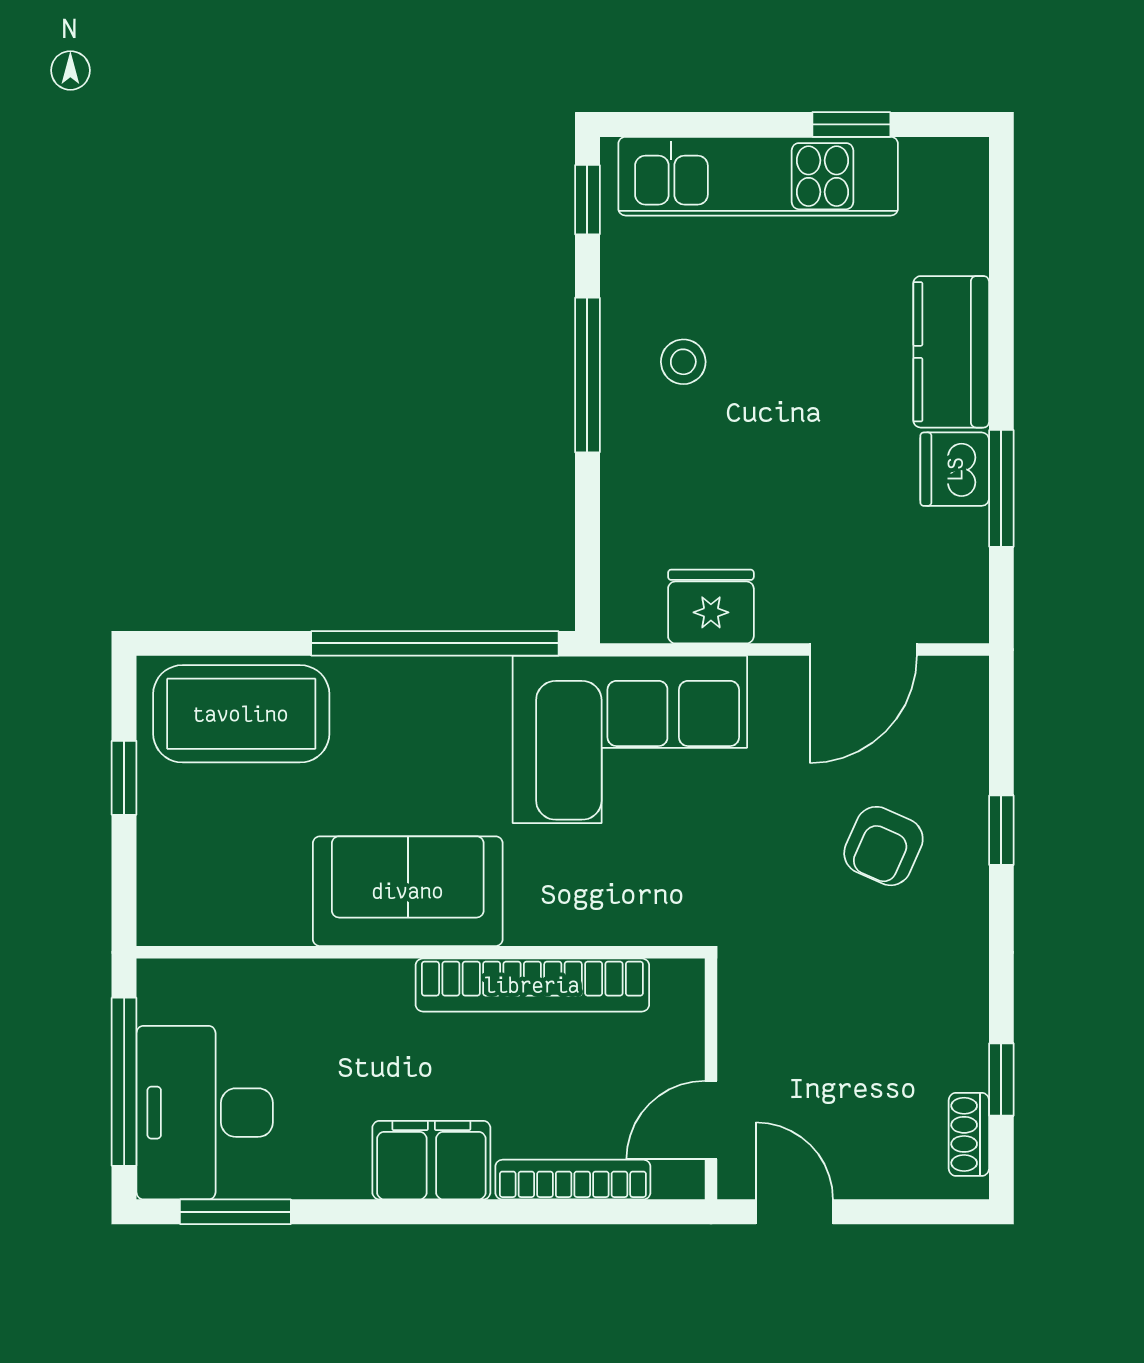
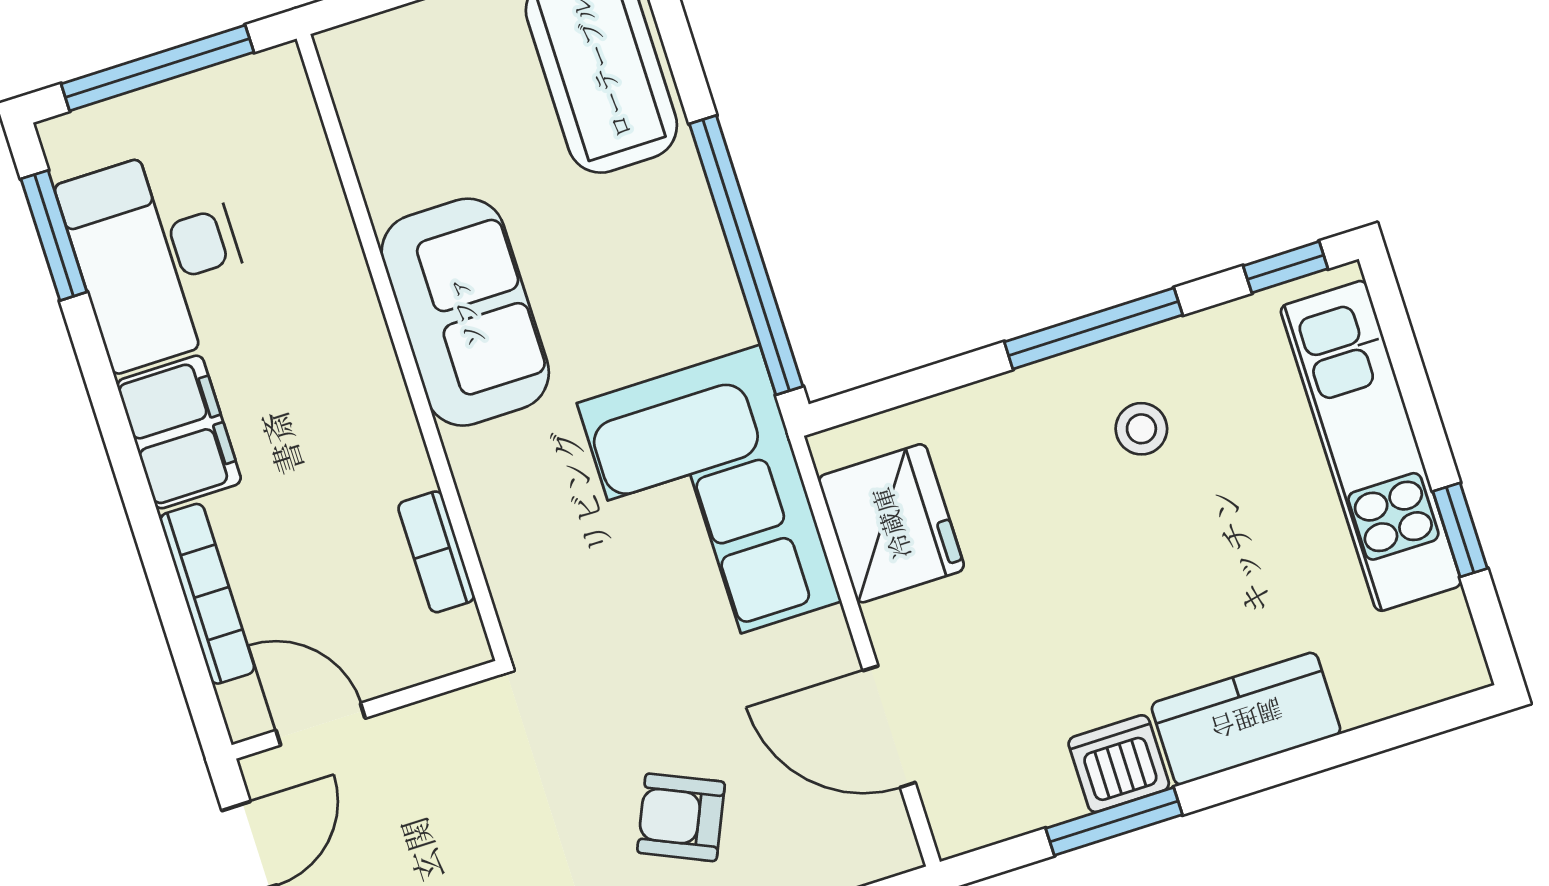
fridge: (711, 607) -> (891, 523), width x1.36, depth x1.34
bookcase: (532, 985) -> (436, 552), width x0.43, depth x0.76
desk: (205, 1113) -> (158, 257), moved, turned -90

